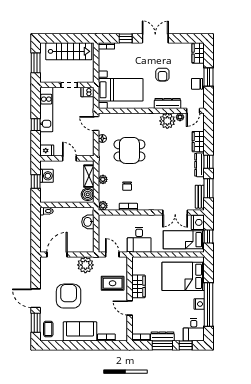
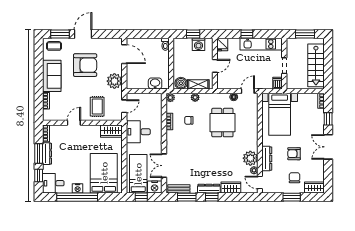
double door: (155, 38) -> (328, 147), swing flipped
chair: (197, 84) -> (294, 178), moved
wardrobe: (138, 286) -> (111, 131), moved

